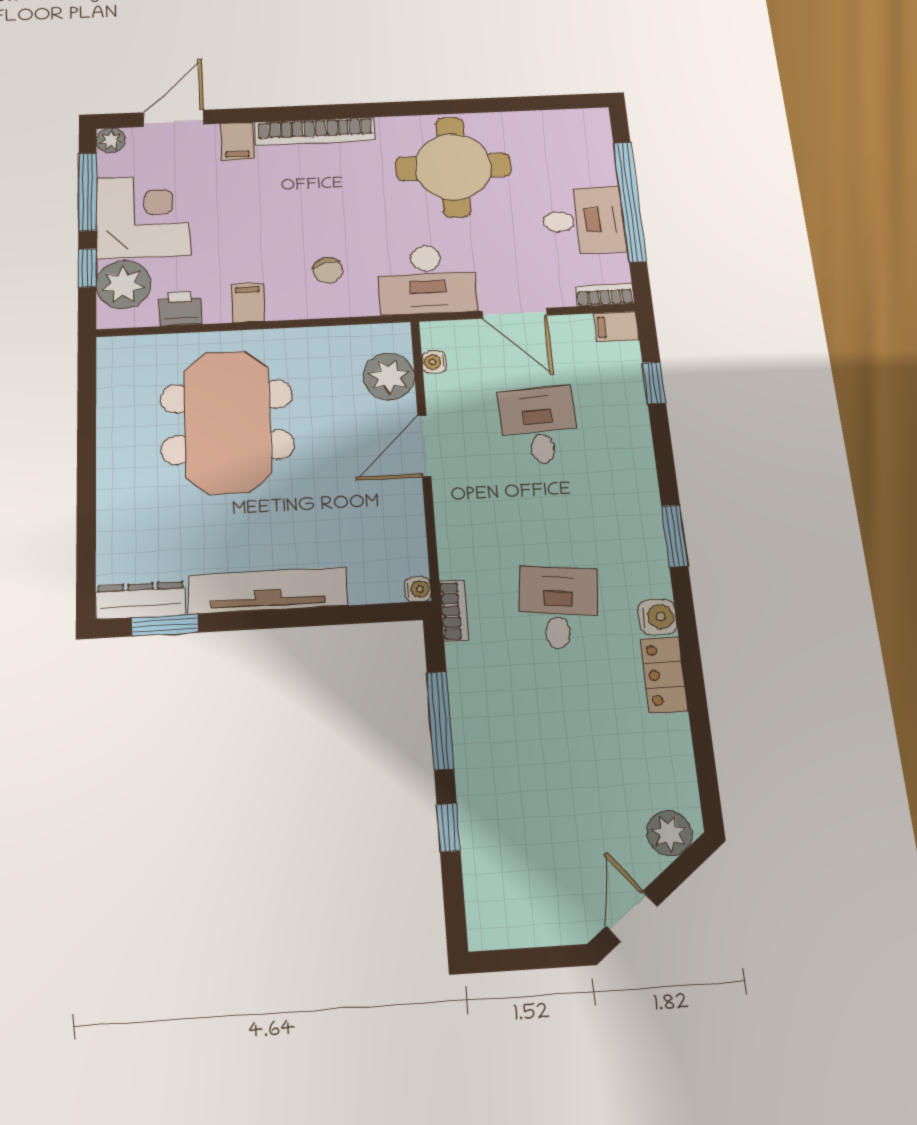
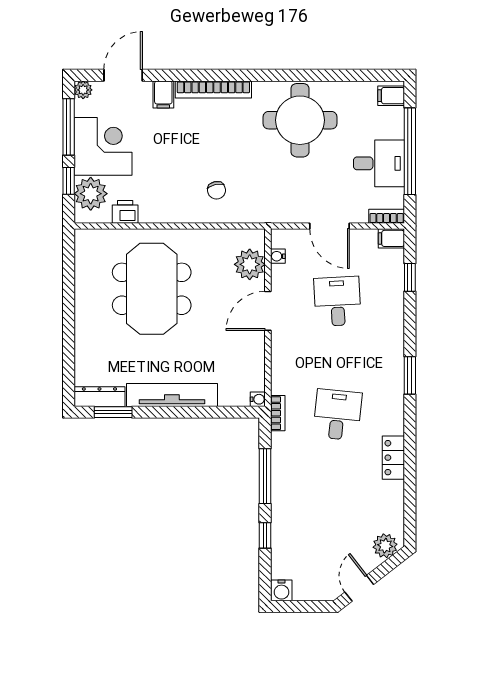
desk: (427, 279) -> (278, 200), removed
filing cabinet: (248, 303) -> (391, 96), moved, turned -90
water cooler: (658, 617) -> (281, 590), moved, turned 90

